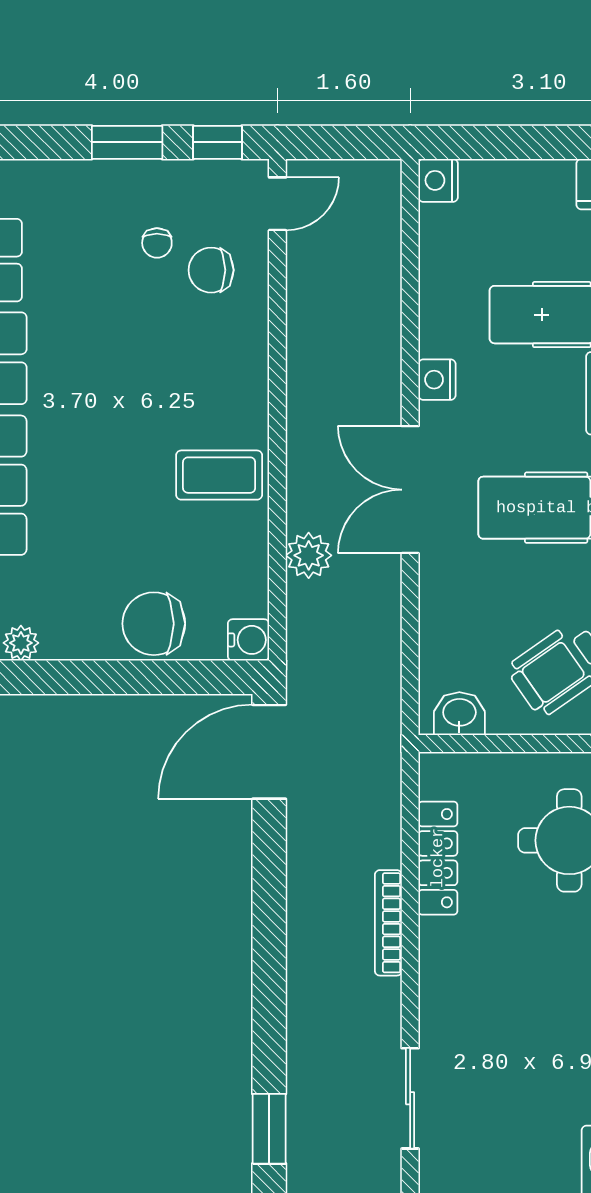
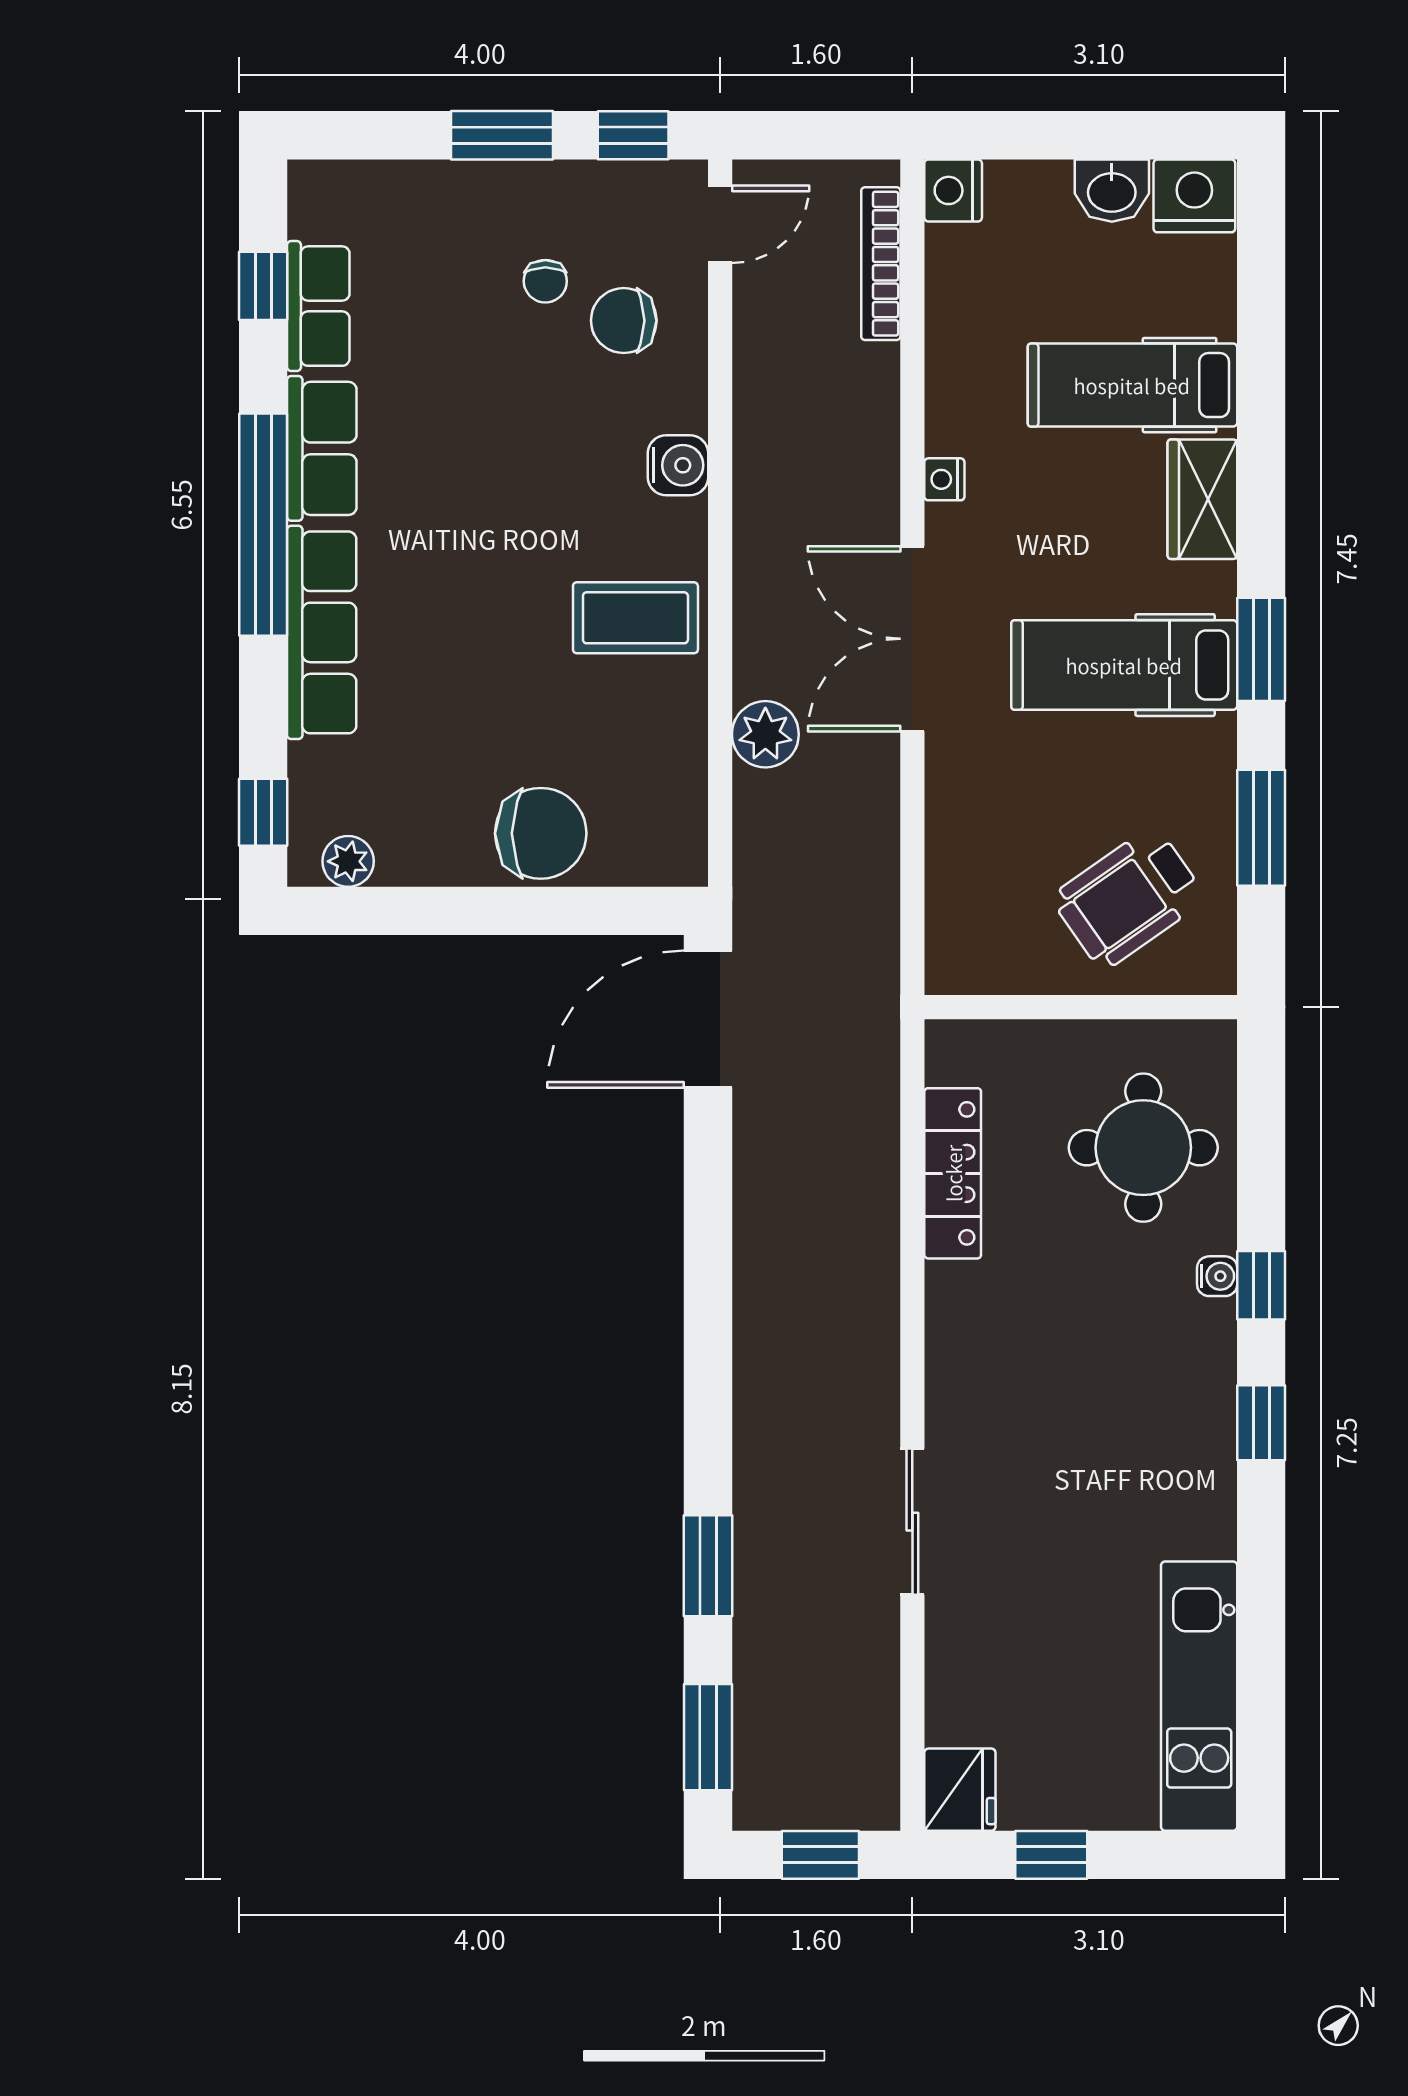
nightstand: (437, 380) -> (944, 479), width x0.72, depth x0.74
chair: (154, 624) -> (541, 833), turned 180
water cooler: (248, 640) -> (678, 465), moved
washbasin: (459, 714) -> (1112, 191), moved, turned 180
bookcase: (388, 923) -> (881, 264), moved

